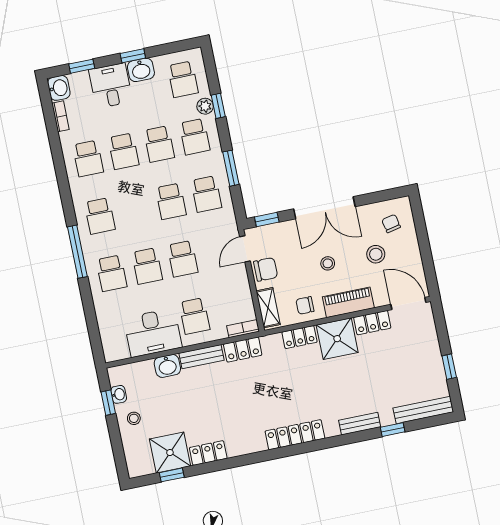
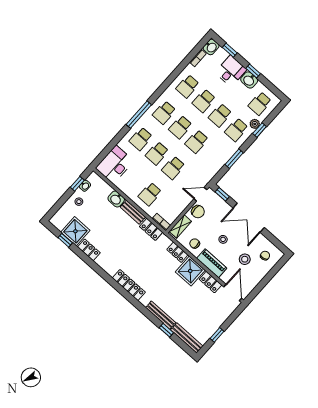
school desk: (206, 194) -> (180, 127), moved
desk: (153, 333) -> (115, 165), moved, turned 90
bench: (360, 424) -> (161, 315), width x1.36

